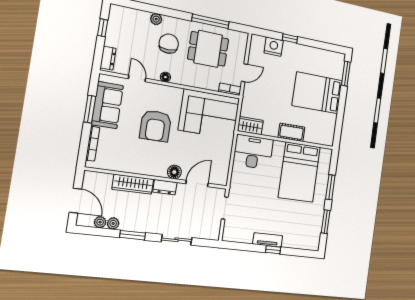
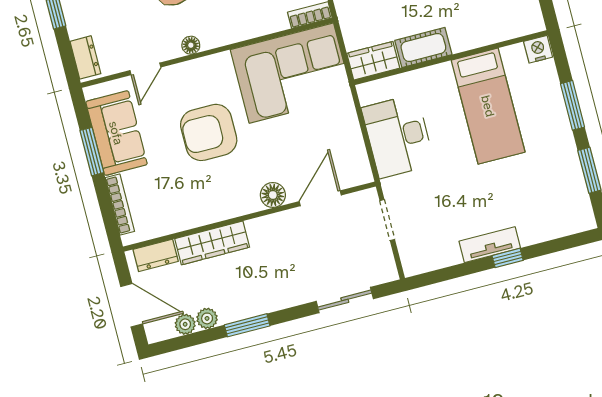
door: (137, 78) -> (145, 69), swing flipped
armchair: (156, 126) -> (209, 132), turned 90
cot: (292, 132) -> (423, 48), moved
desk: (253, 152) -> (398, 136), moved, turned -90
nightstand: (326, 154) -> (538, 49), added
bed: (299, 172) -> (488, 106), width x0.67
dresser: (165, 187) -> (156, 255), moved
sliding door: (177, 240) -> (345, 300), moved

